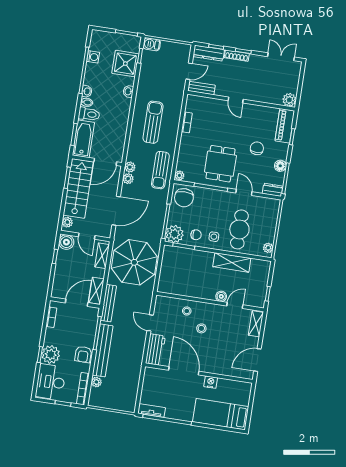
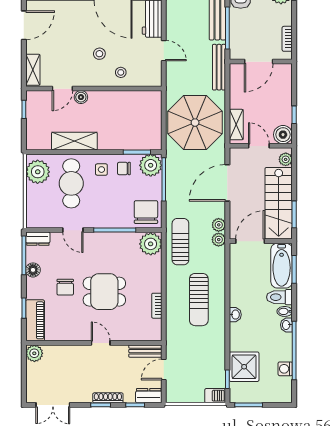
dresser: (209, 53) -> (149, 396), width x0.70
washbasin: (128, 91) -> (235, 315), moved
dining table: (220, 164) -> (104, 292), moved, turned 90
plant: (179, 175) -> (151, 244), width x1.87, depth x1.87
plant: (268, 248) -> (38, 172), width x1.88, depth x1.88
shelving: (96, 291) -> (237, 80), removed

